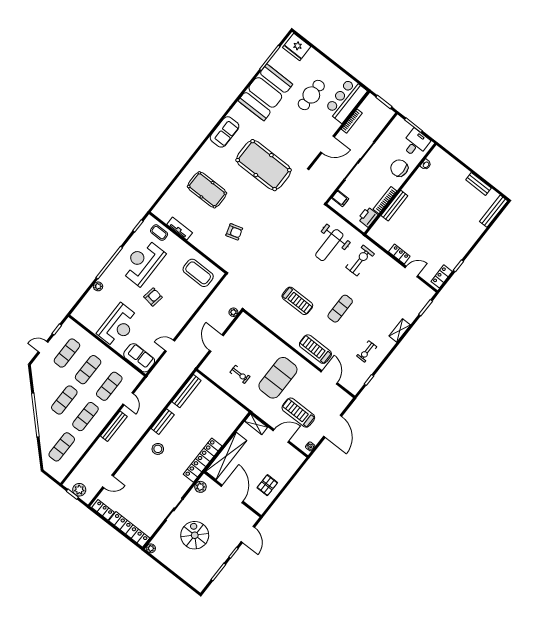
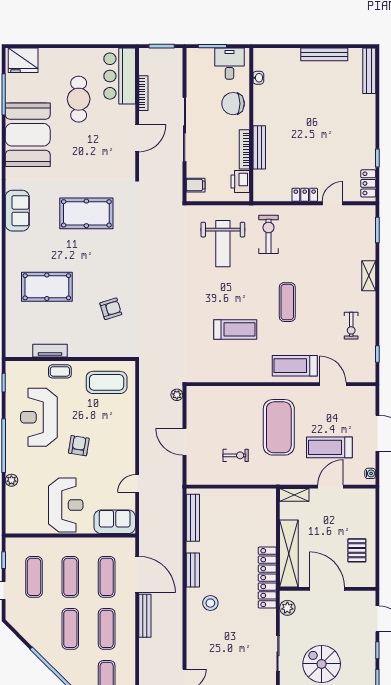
pool table: (264, 165) -> (86, 213), width x0.73, depth x0.76
bench: (478, 184) -> (324, 54), width x1.36
coffee table: (159, 233) -> (60, 371), moved
door: (128, 399) -> (137, 574), width x1.87

